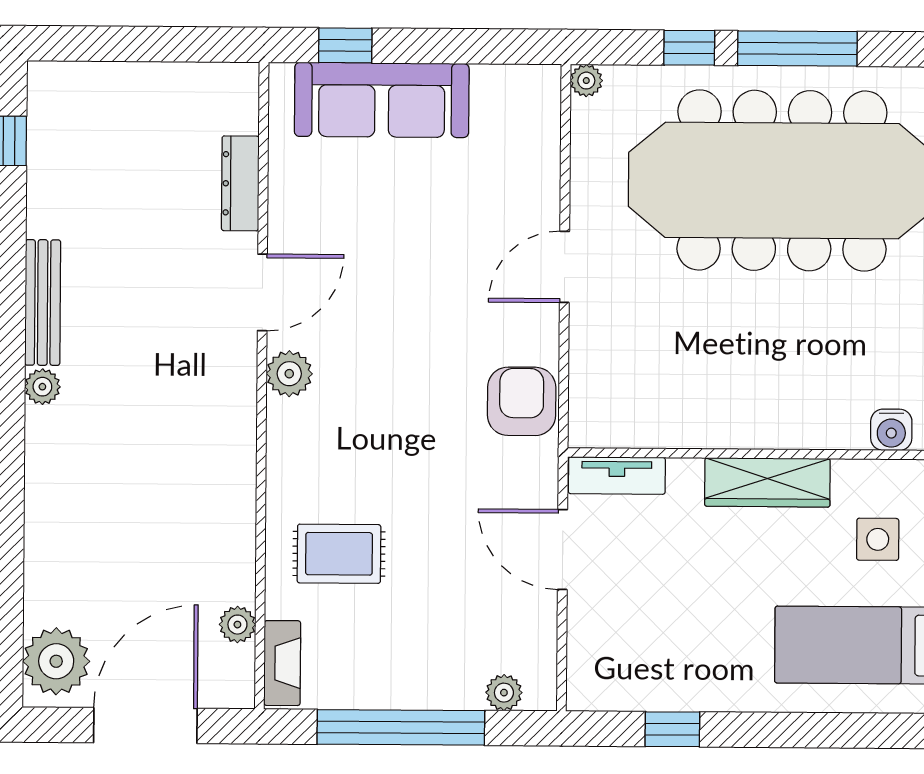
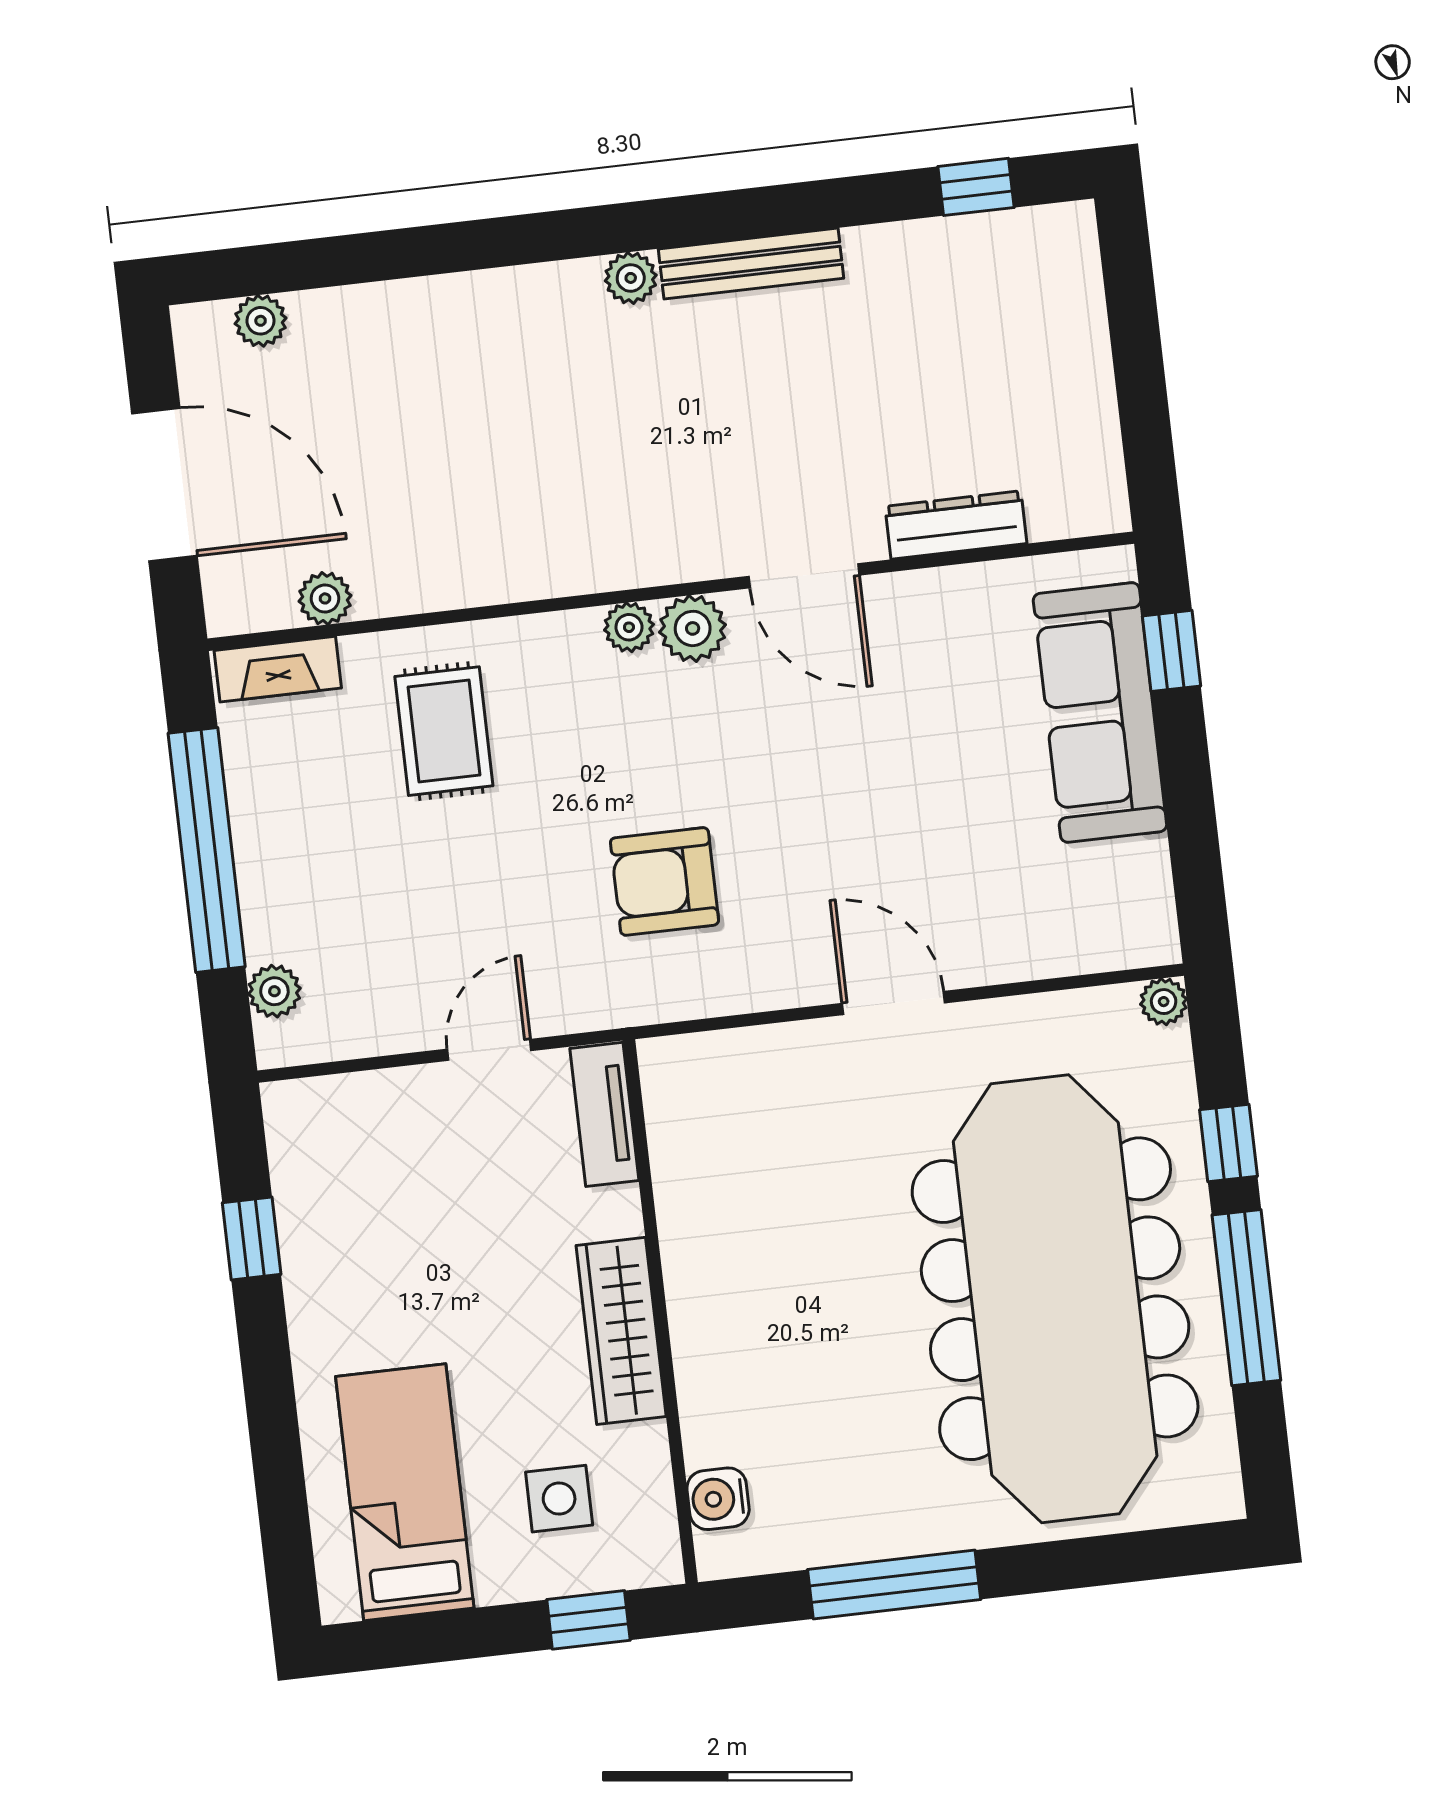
armchair: (522, 401) -> (664, 881), moved, turned 180
plant: (283, 417) -> (629, 627), added
door: (563, 549) -> (489, 1050), width x0.73
plant: (56, 661) -> (261, 321), width x0.53, depth x0.53

